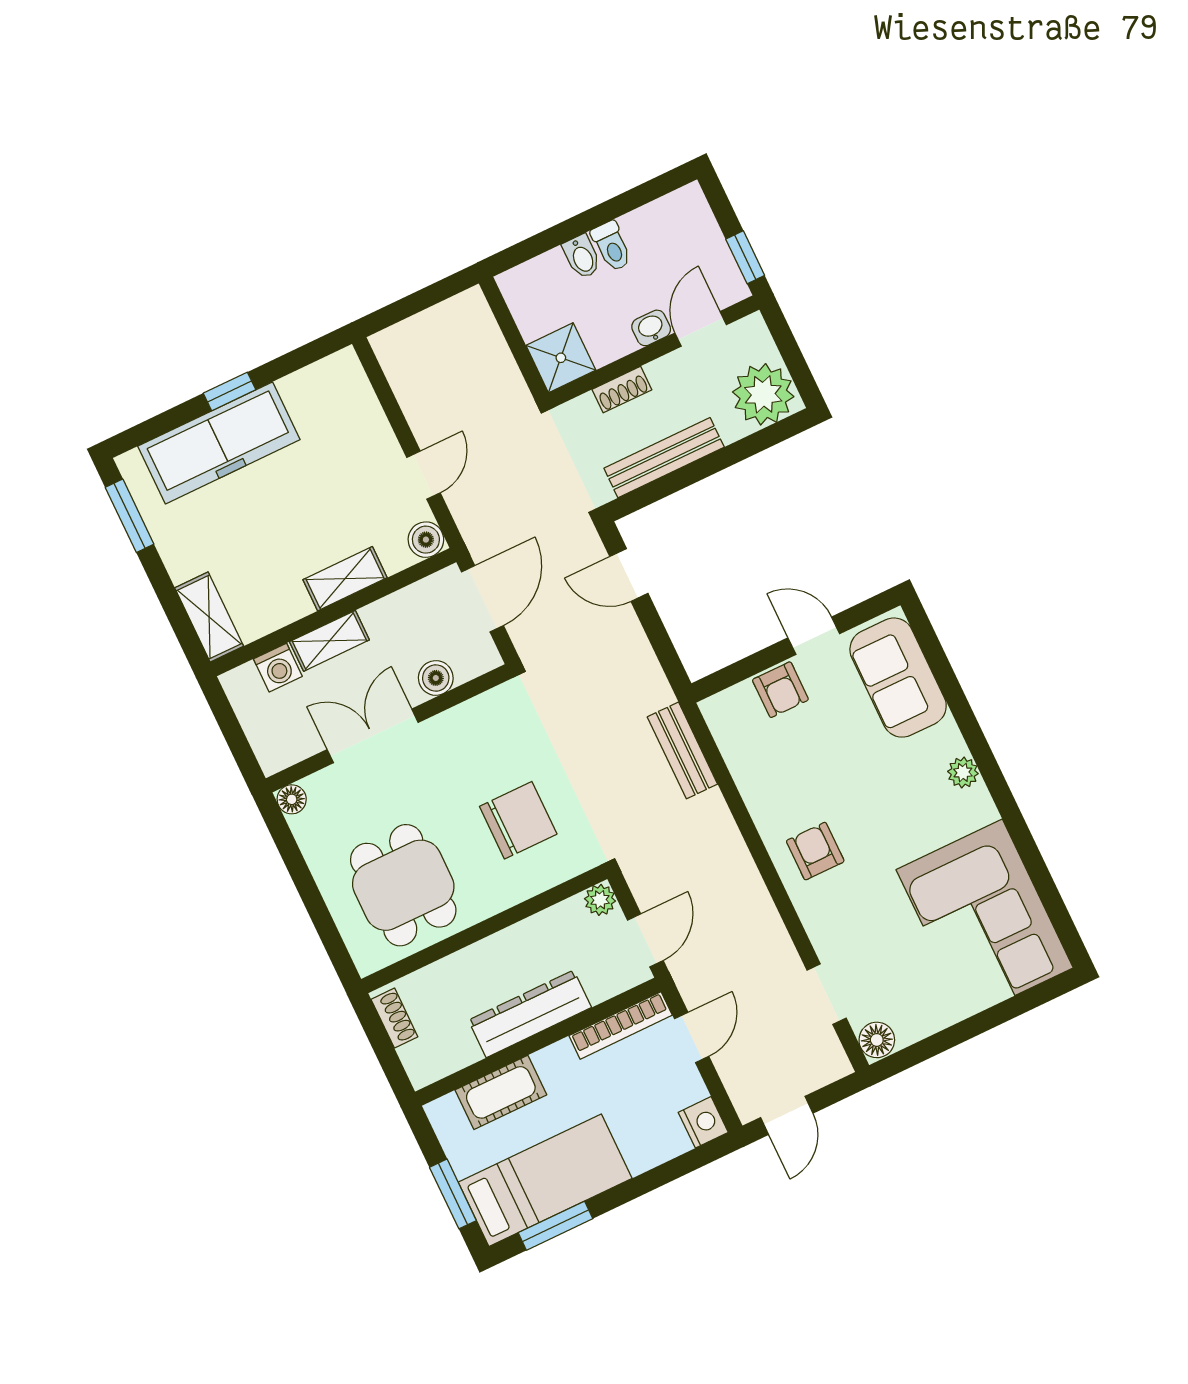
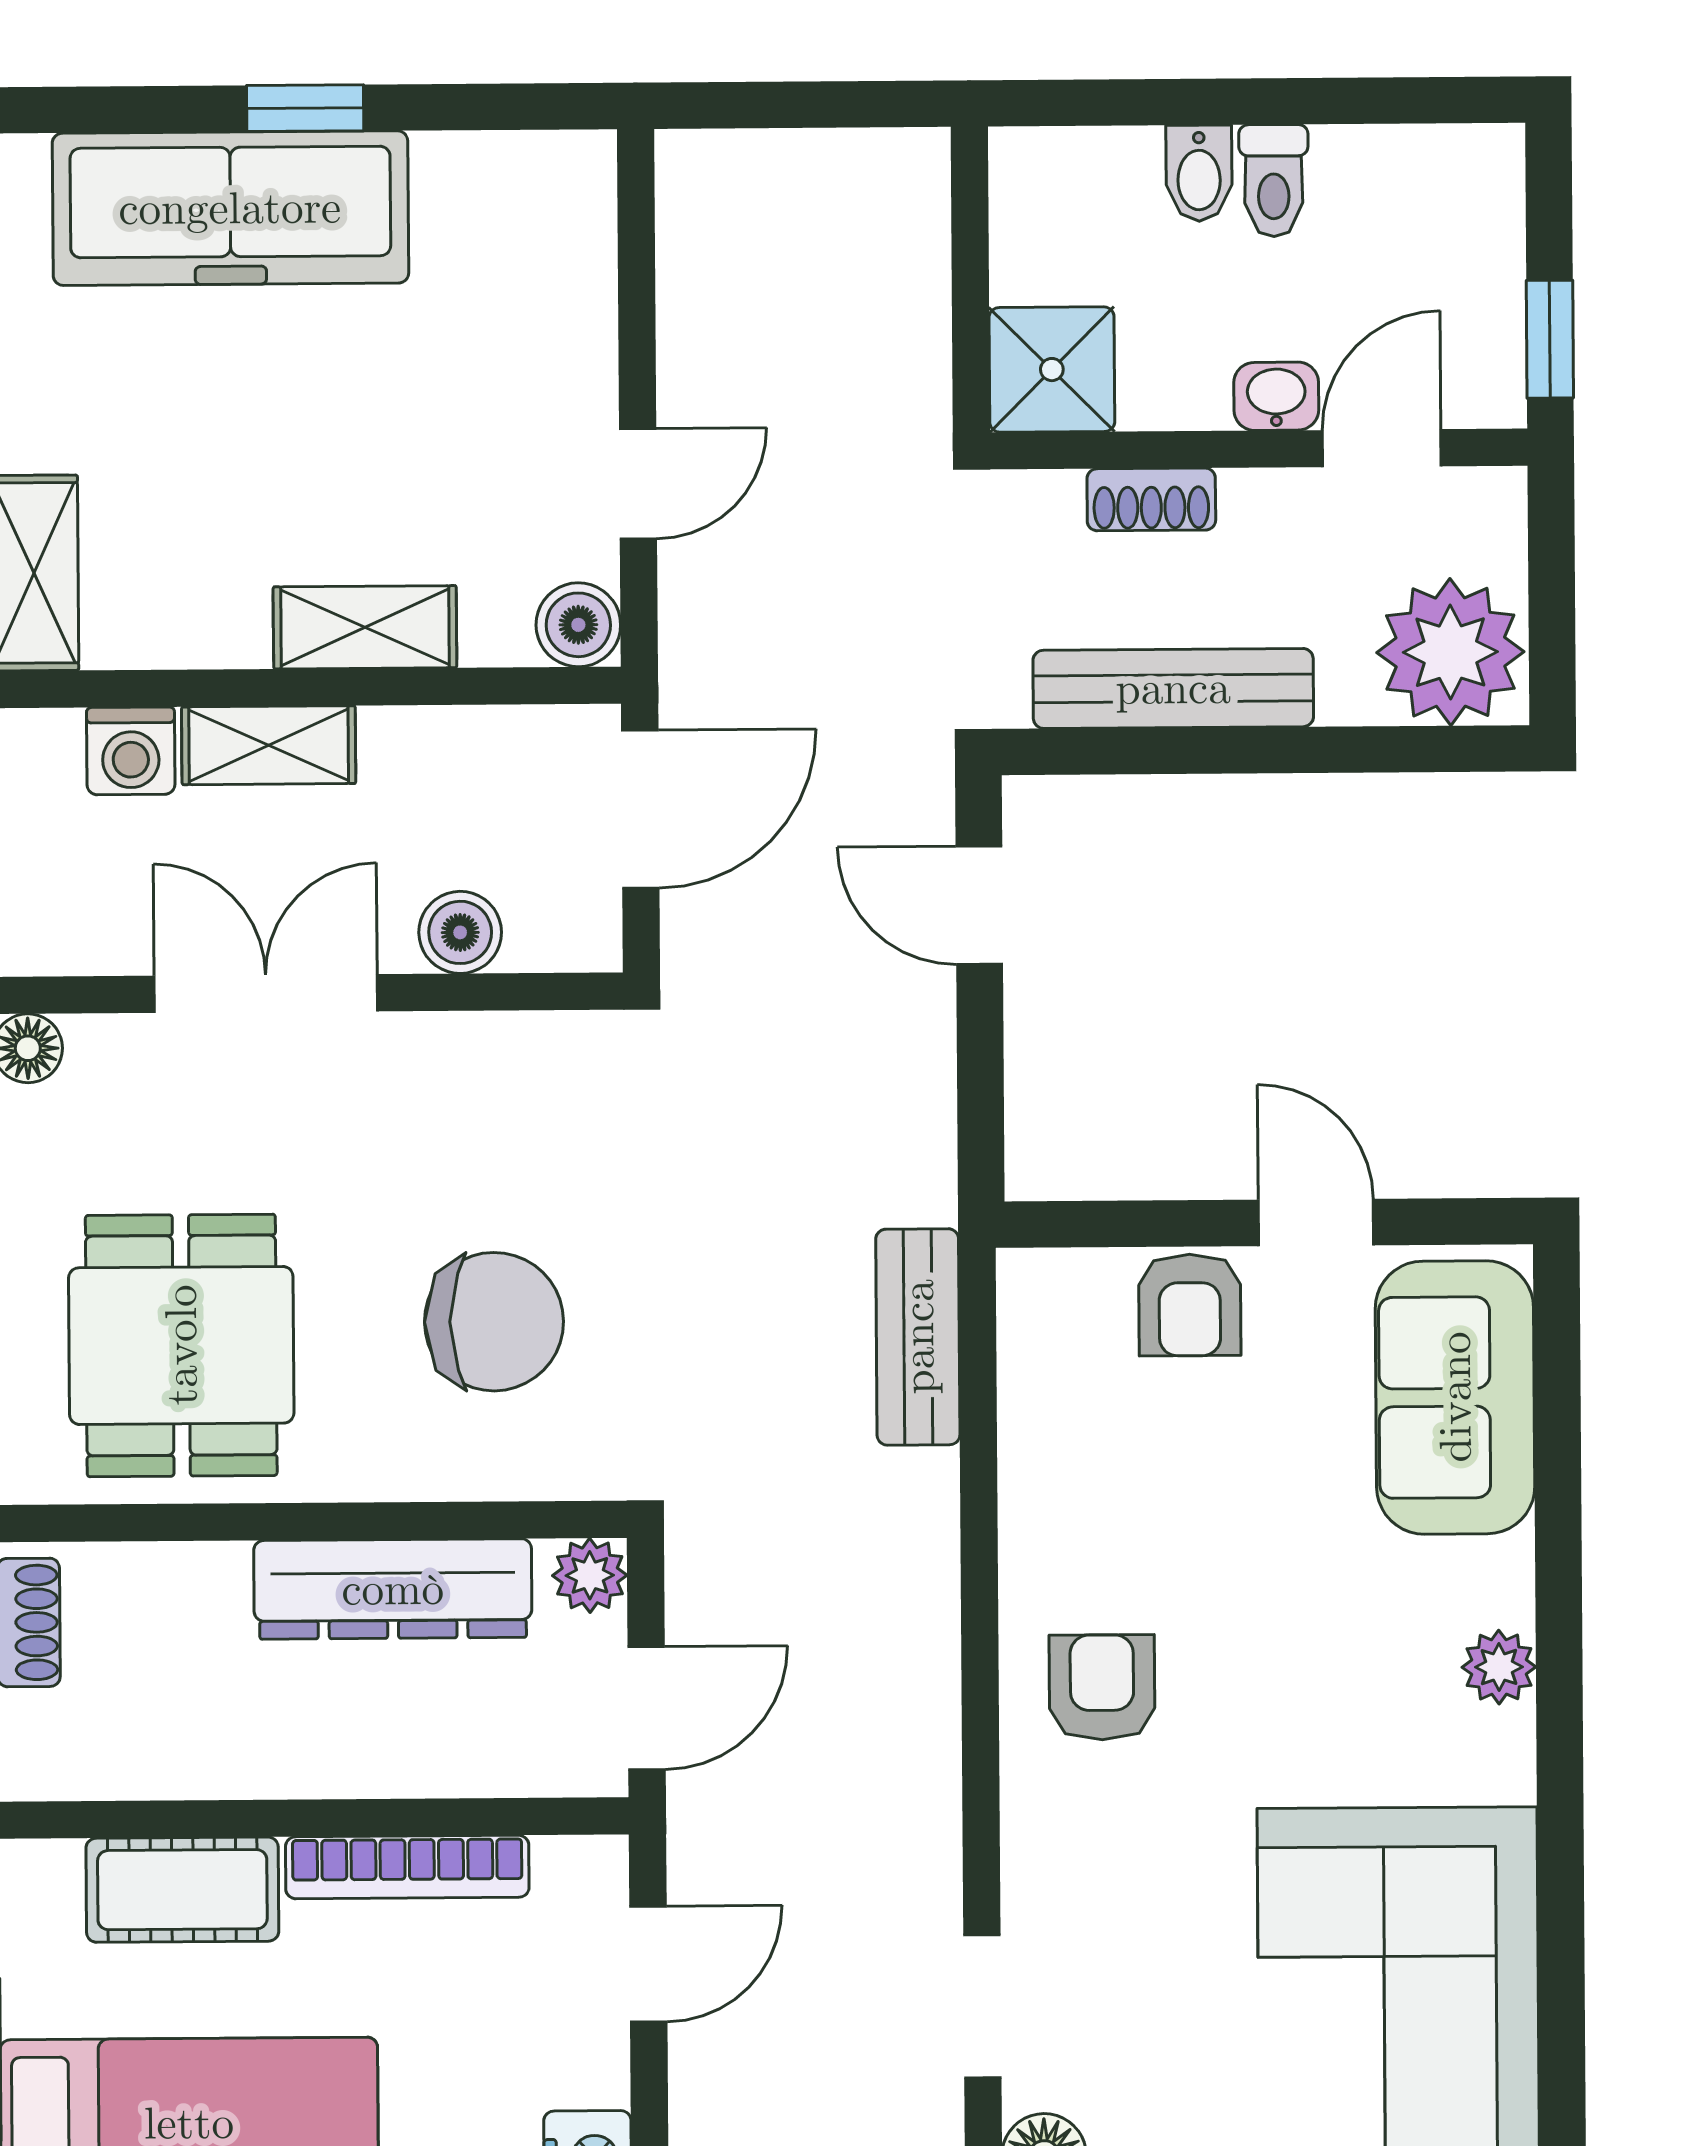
dresser: (530, 1014) -> (393, 1589), moved, turned 180
bookcase: (621, 1025) -> (407, 1867), moved

